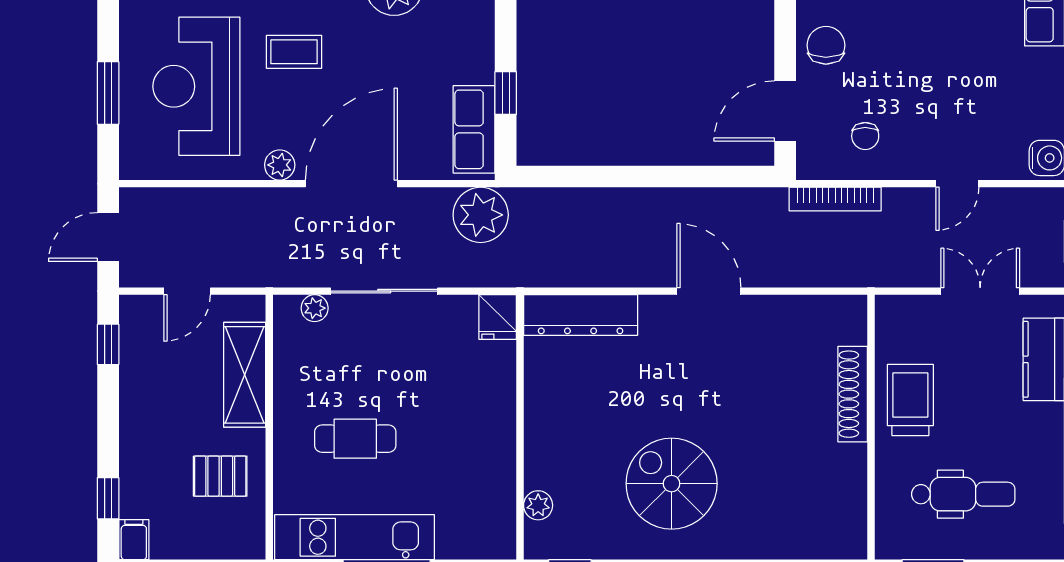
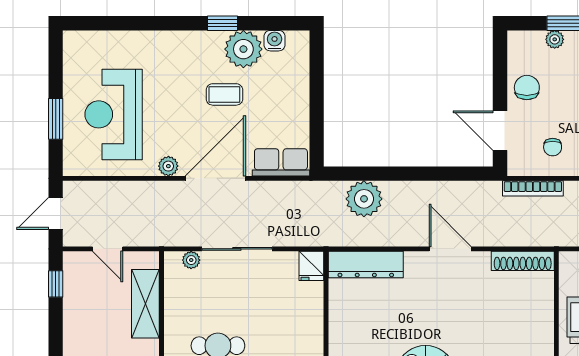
coffee table: (294, 52) -> (224, 94), moved
window: (506, 93) -> (317, 119), removed
door: (785, 111) -> (500, 131), hinge flipped
row of seats: (474, 129) -> (281, 162), moved, turned 90
plant: (481, 215) -> (364, 199), moved
door: (187, 291) -> (108, 249), hinge flipped
shoe rack: (853, 394) -> (523, 261), moved, turned -90

